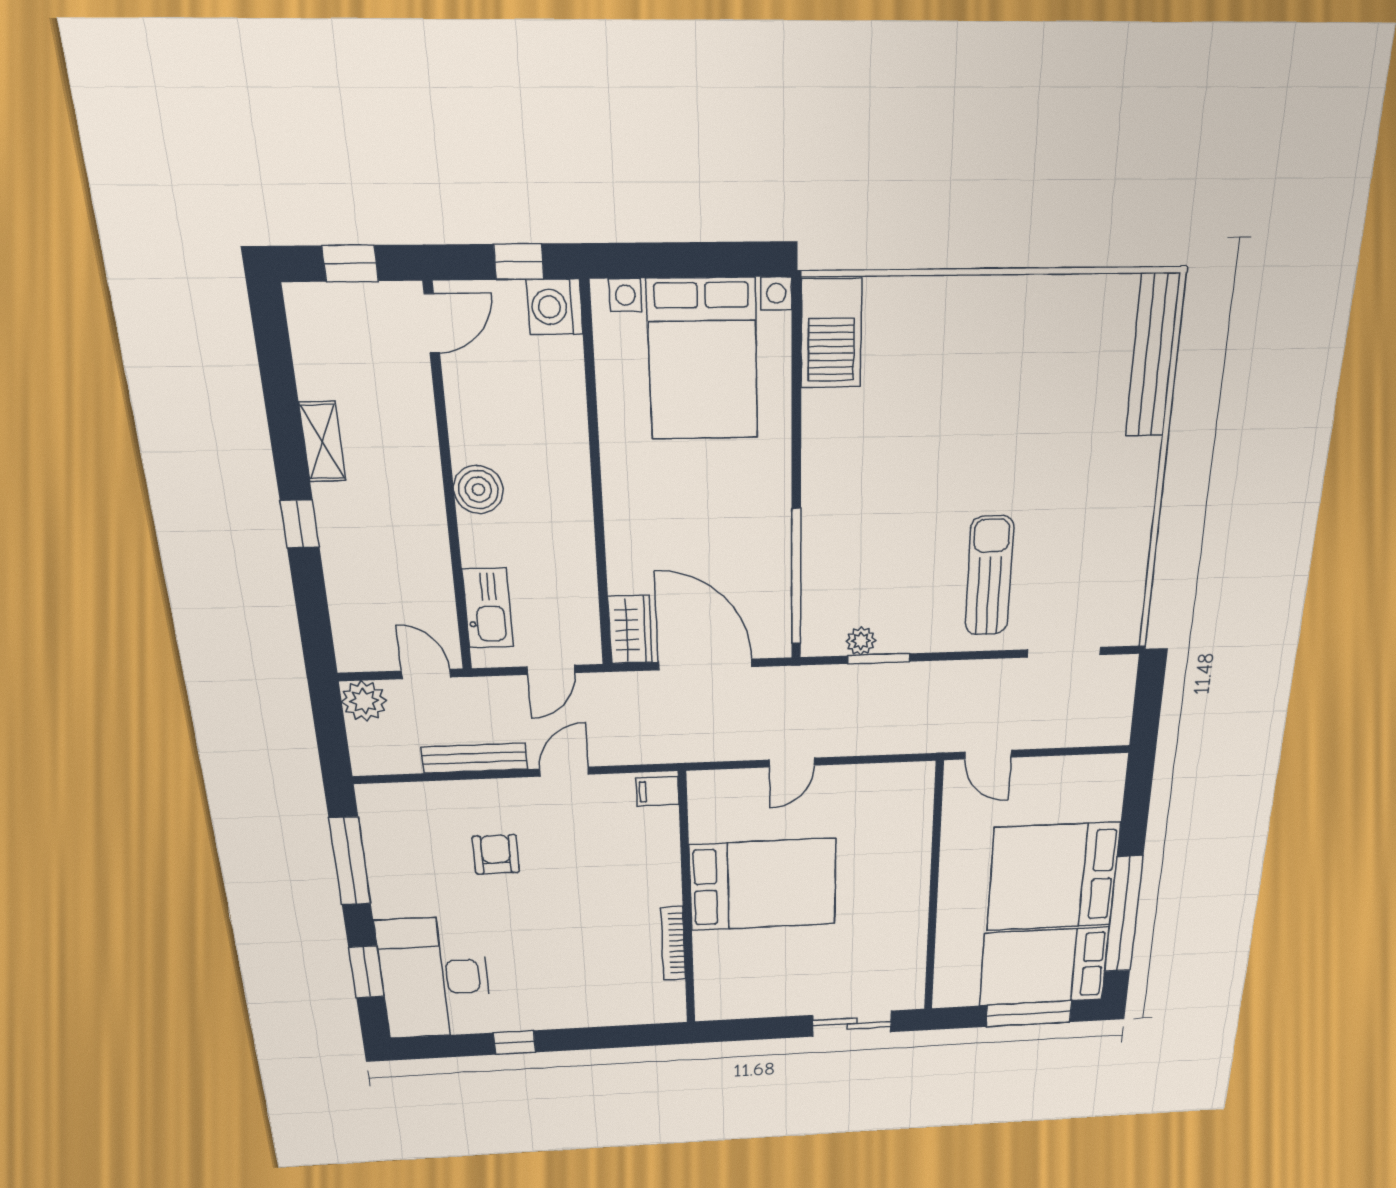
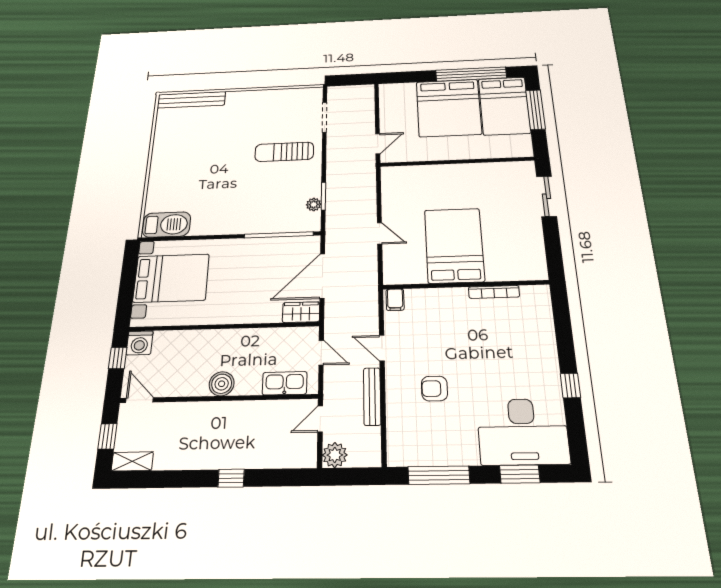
shelving: (322, 442) -> (132, 461), moved

